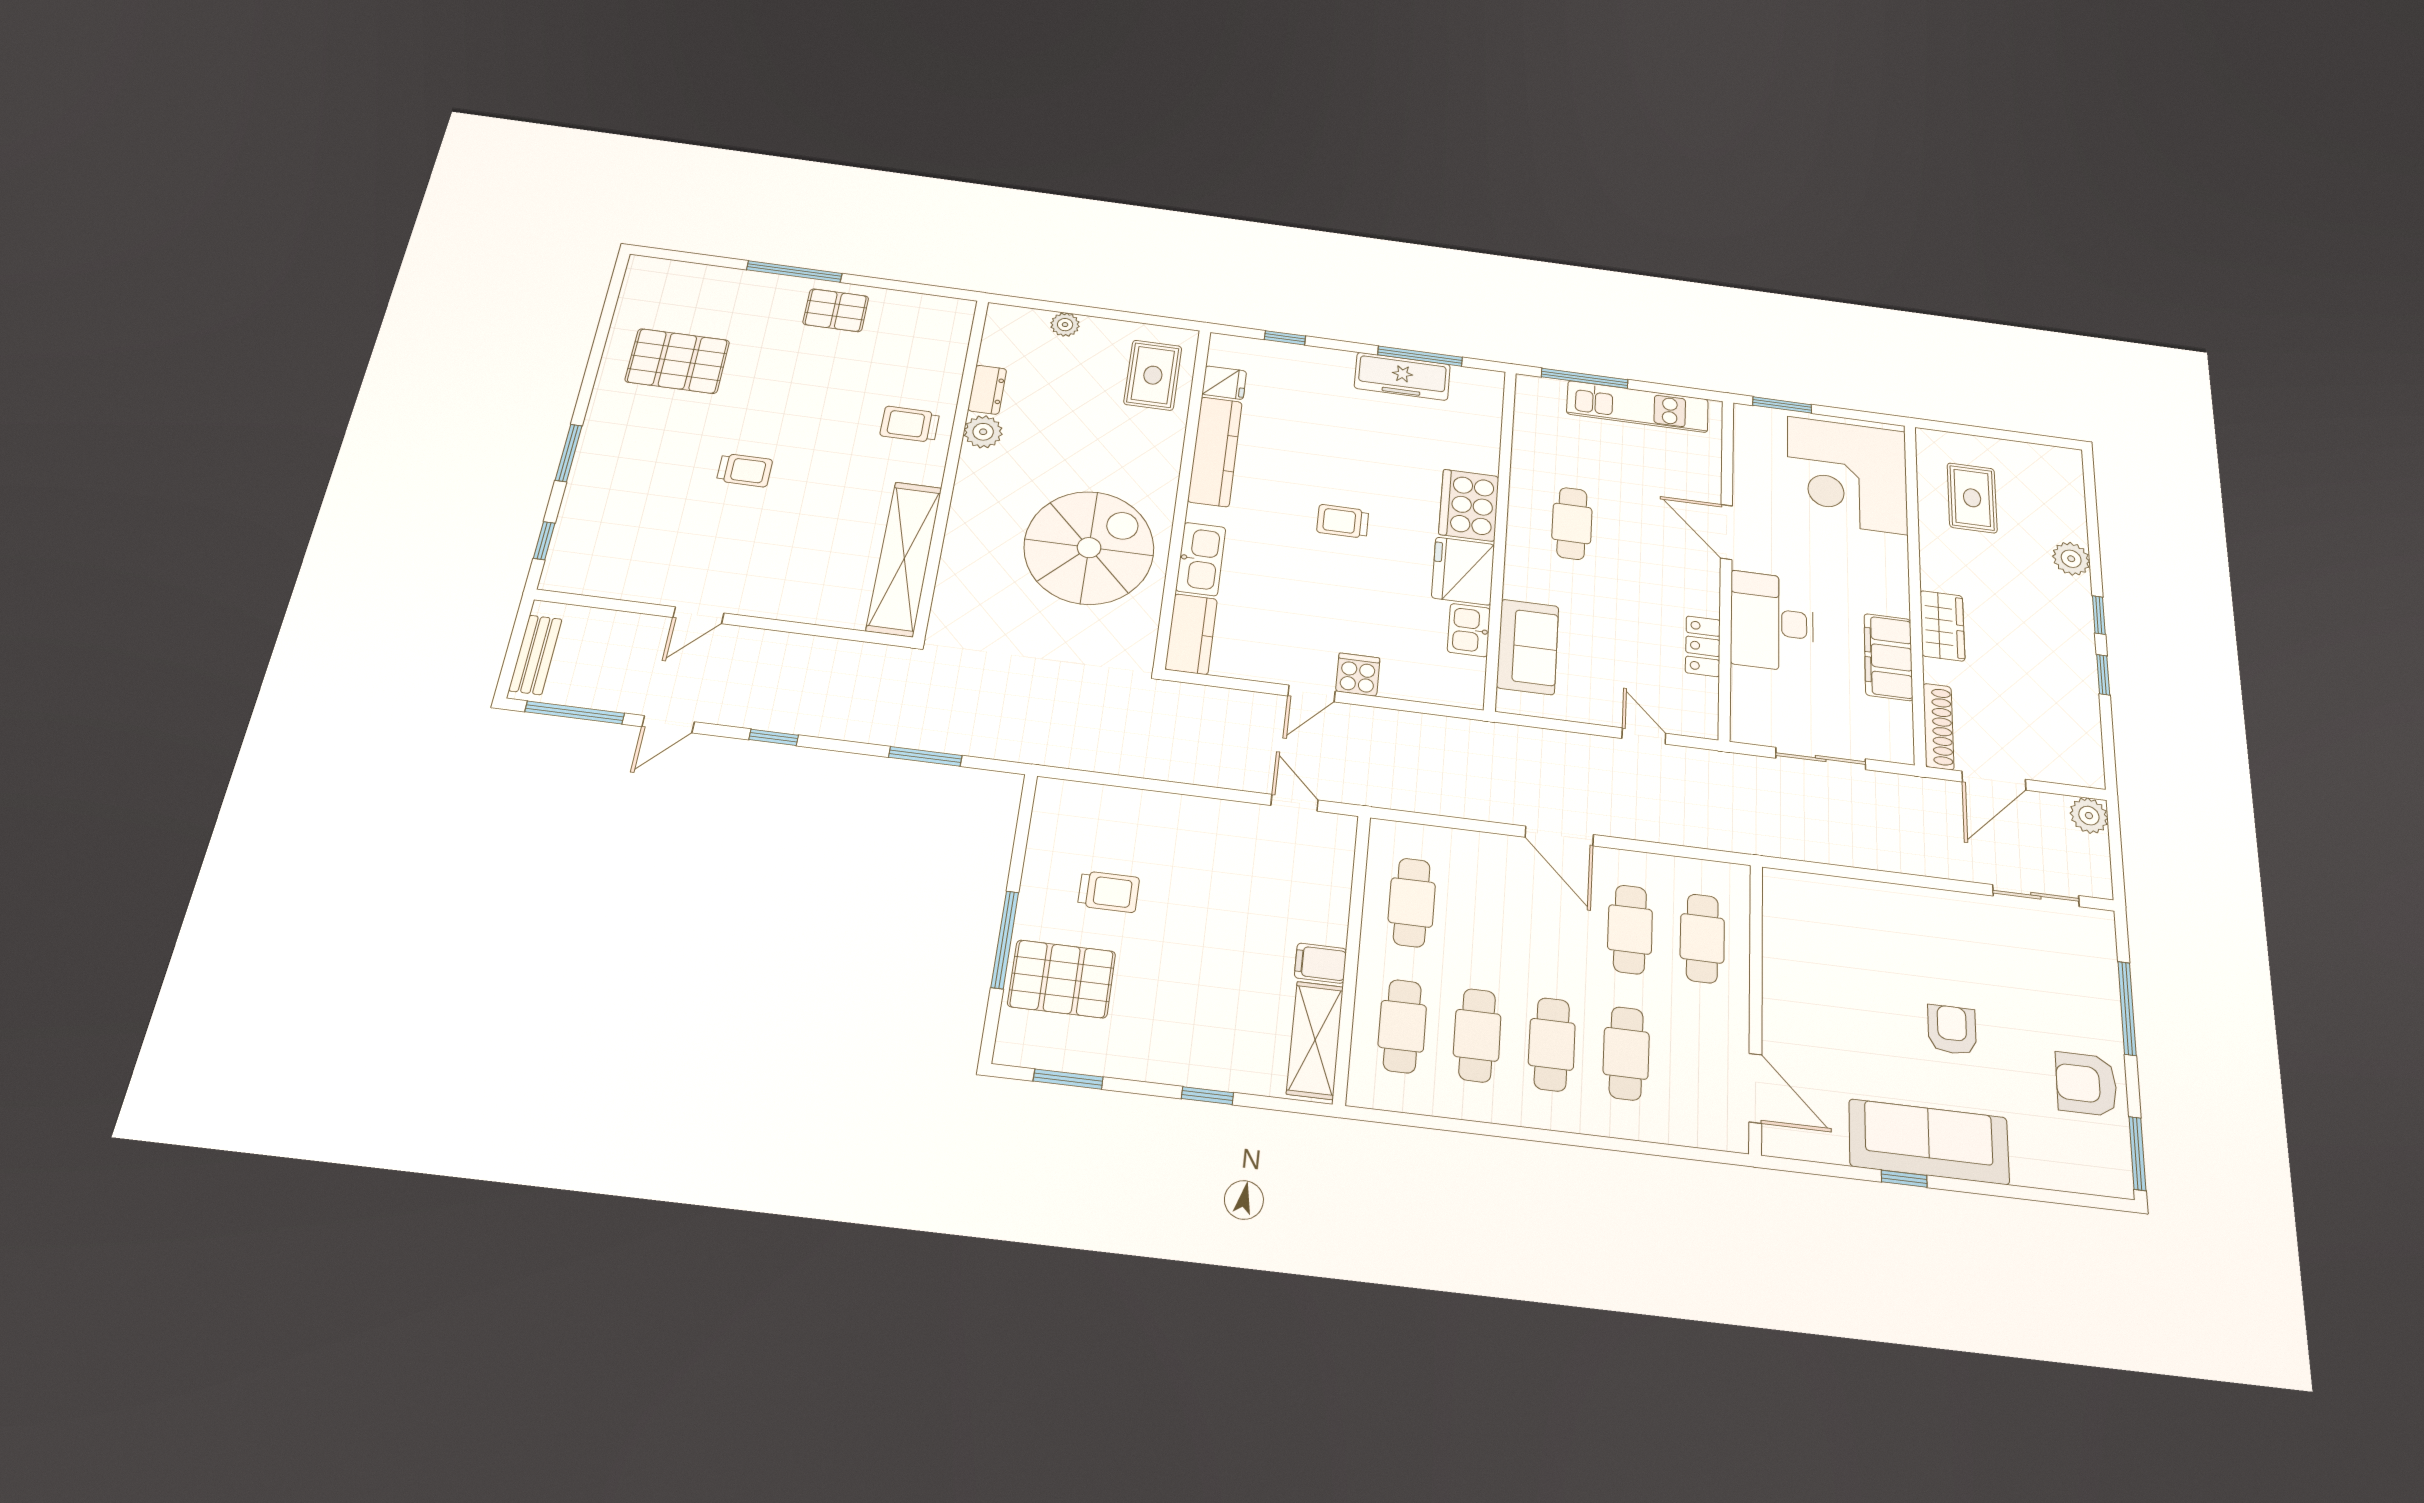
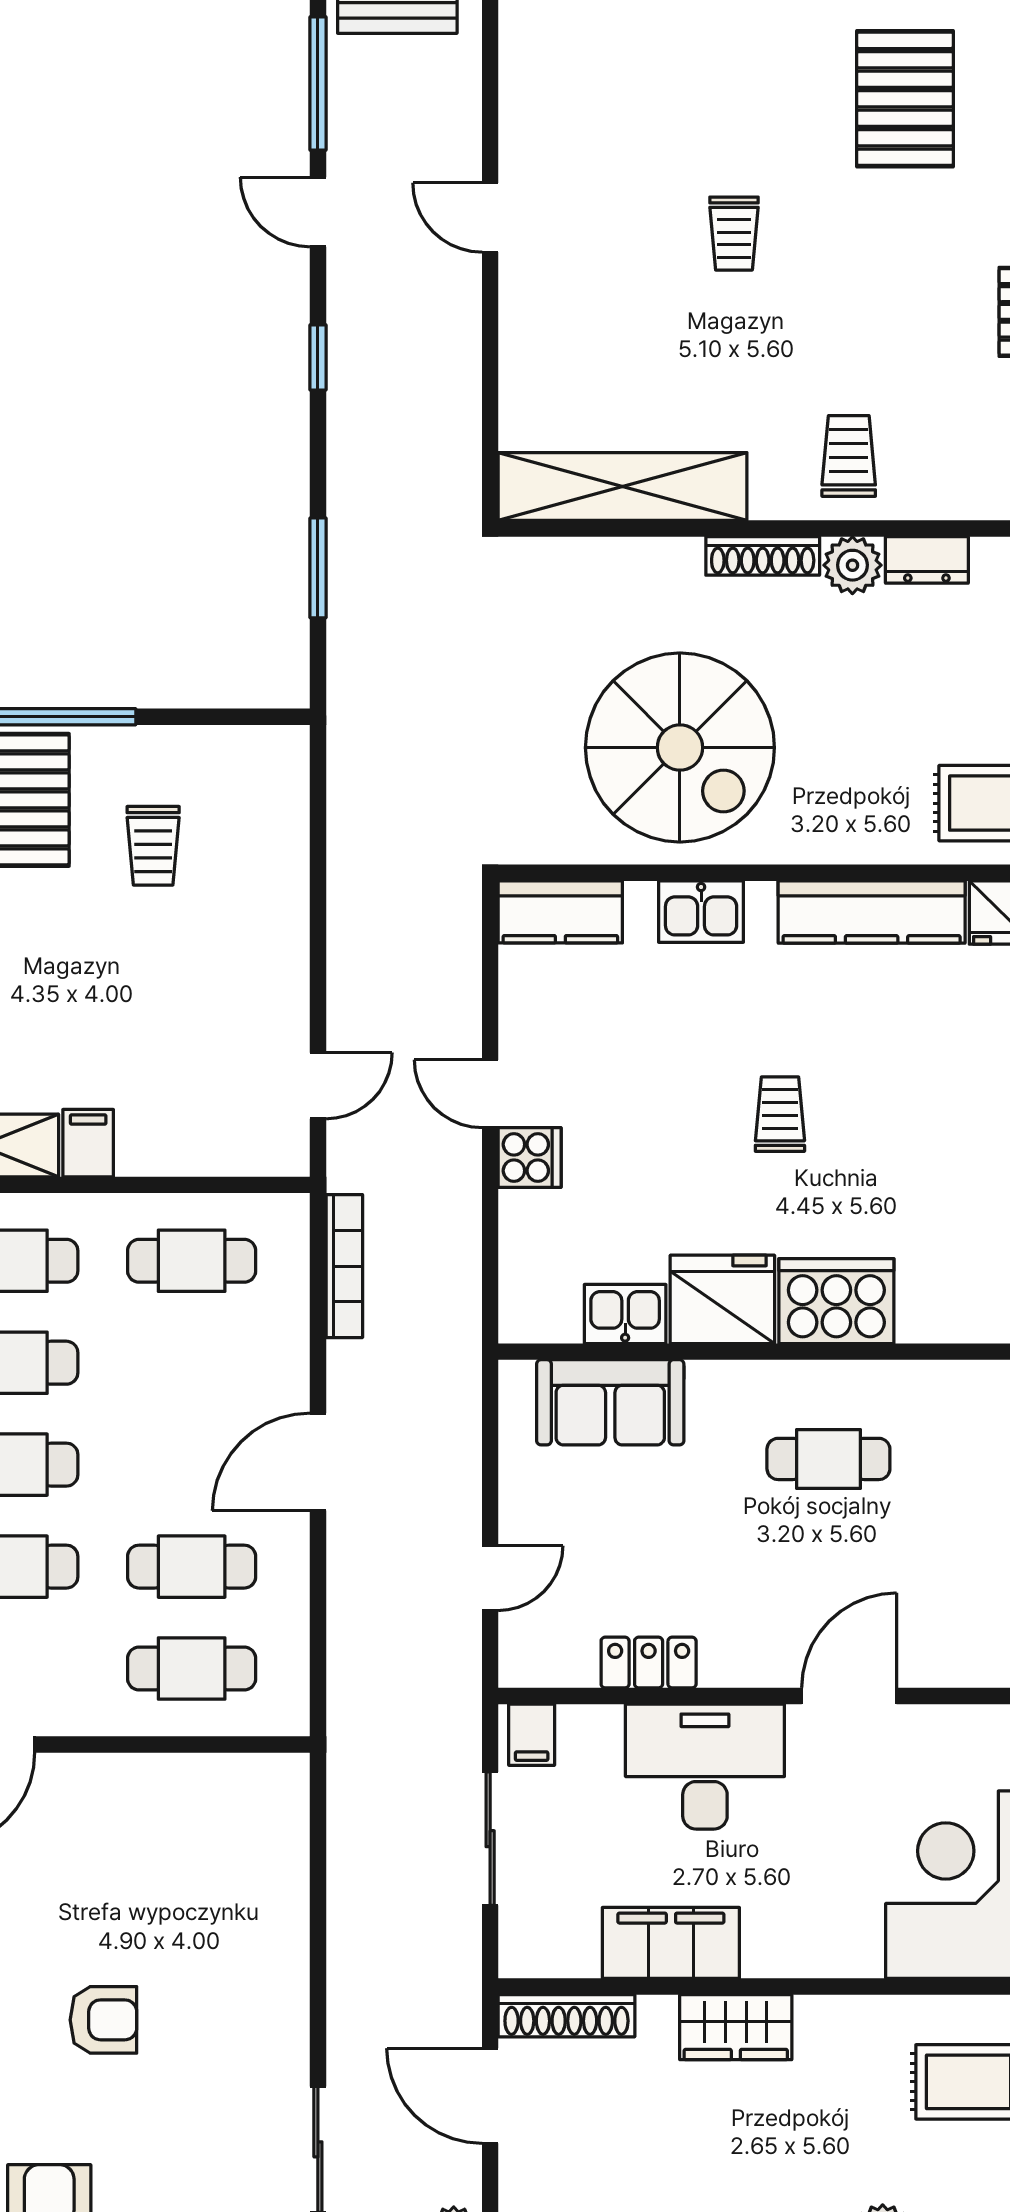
shoe rack: (967, 482) -> (763, 556), added
kitchen sink: (1201, 559) -> (701, 912), width x0.73
filing cabinet: (1750, 724) -> (532, 1735), added
bookcase: (1423, 802) -> (344, 1266), added

